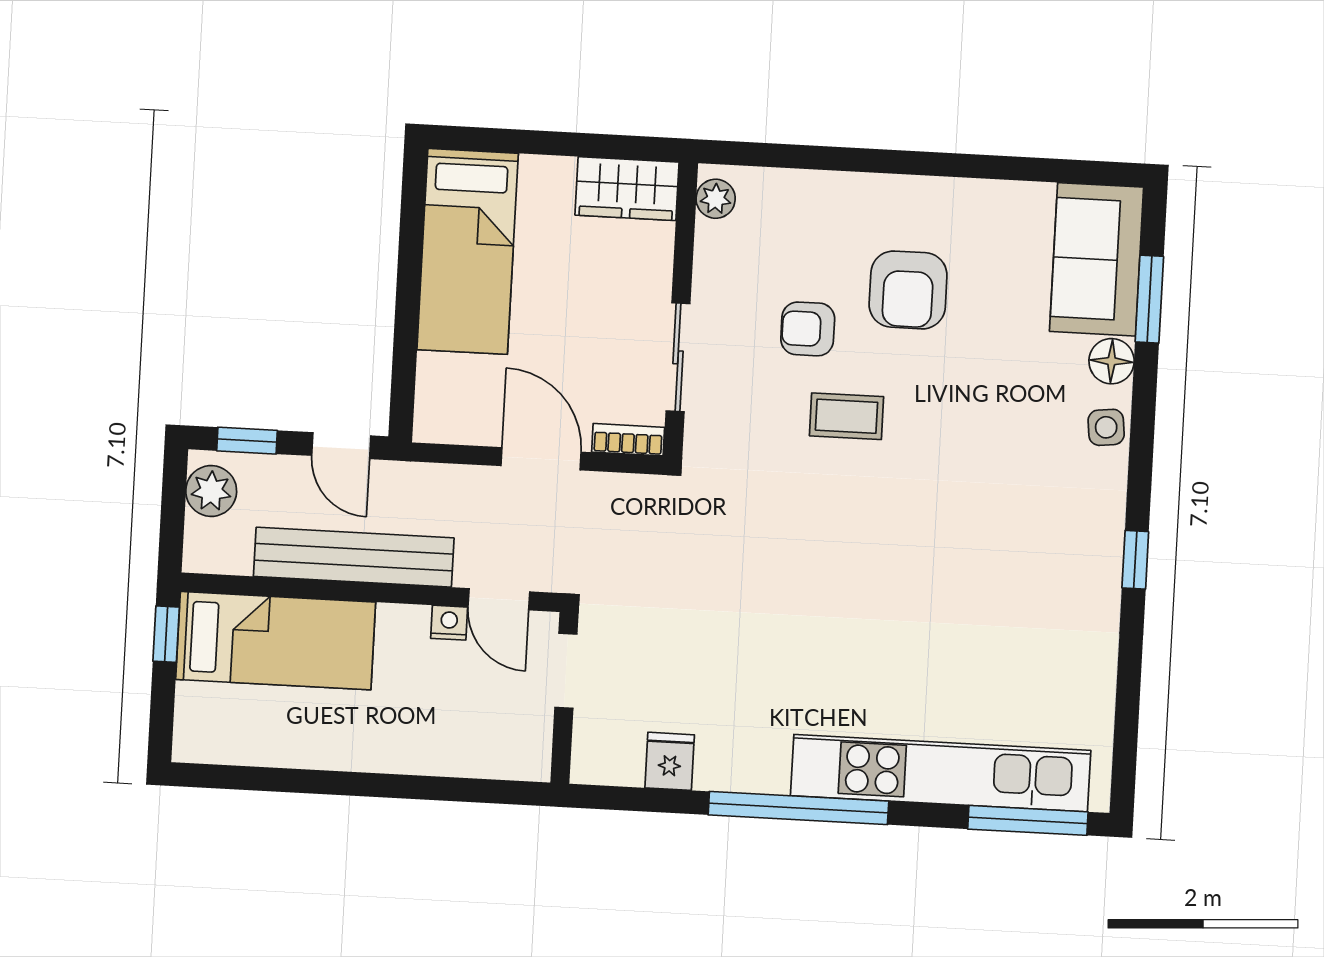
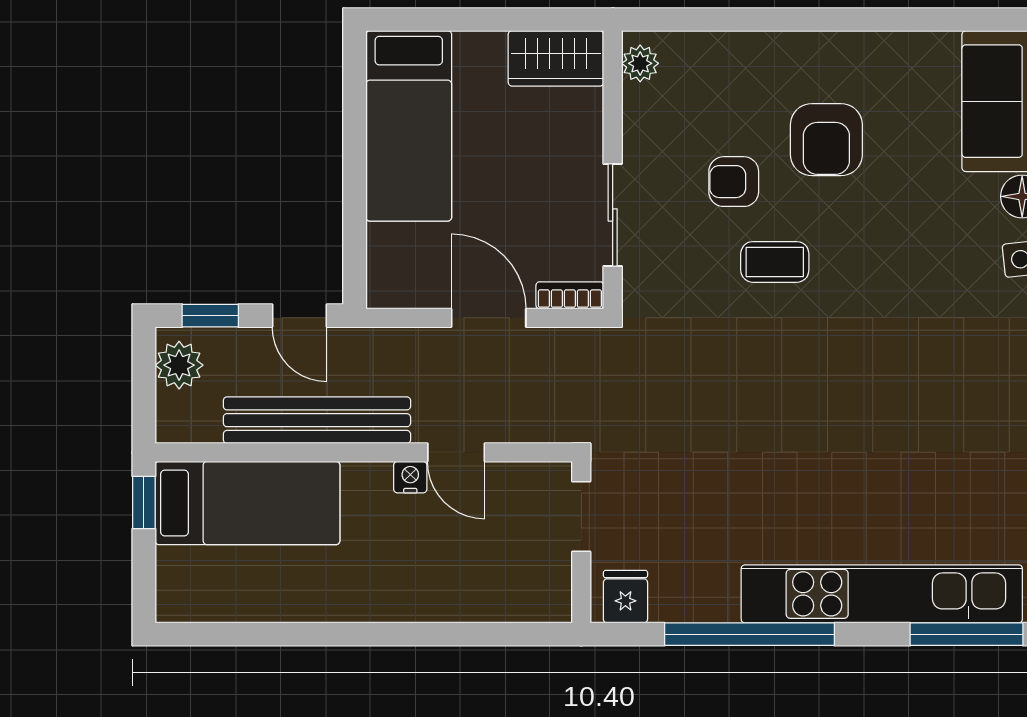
doorway: (566, 671) -> (581, 517), moved
wall: (564, 698) -> (581, 542), moved

